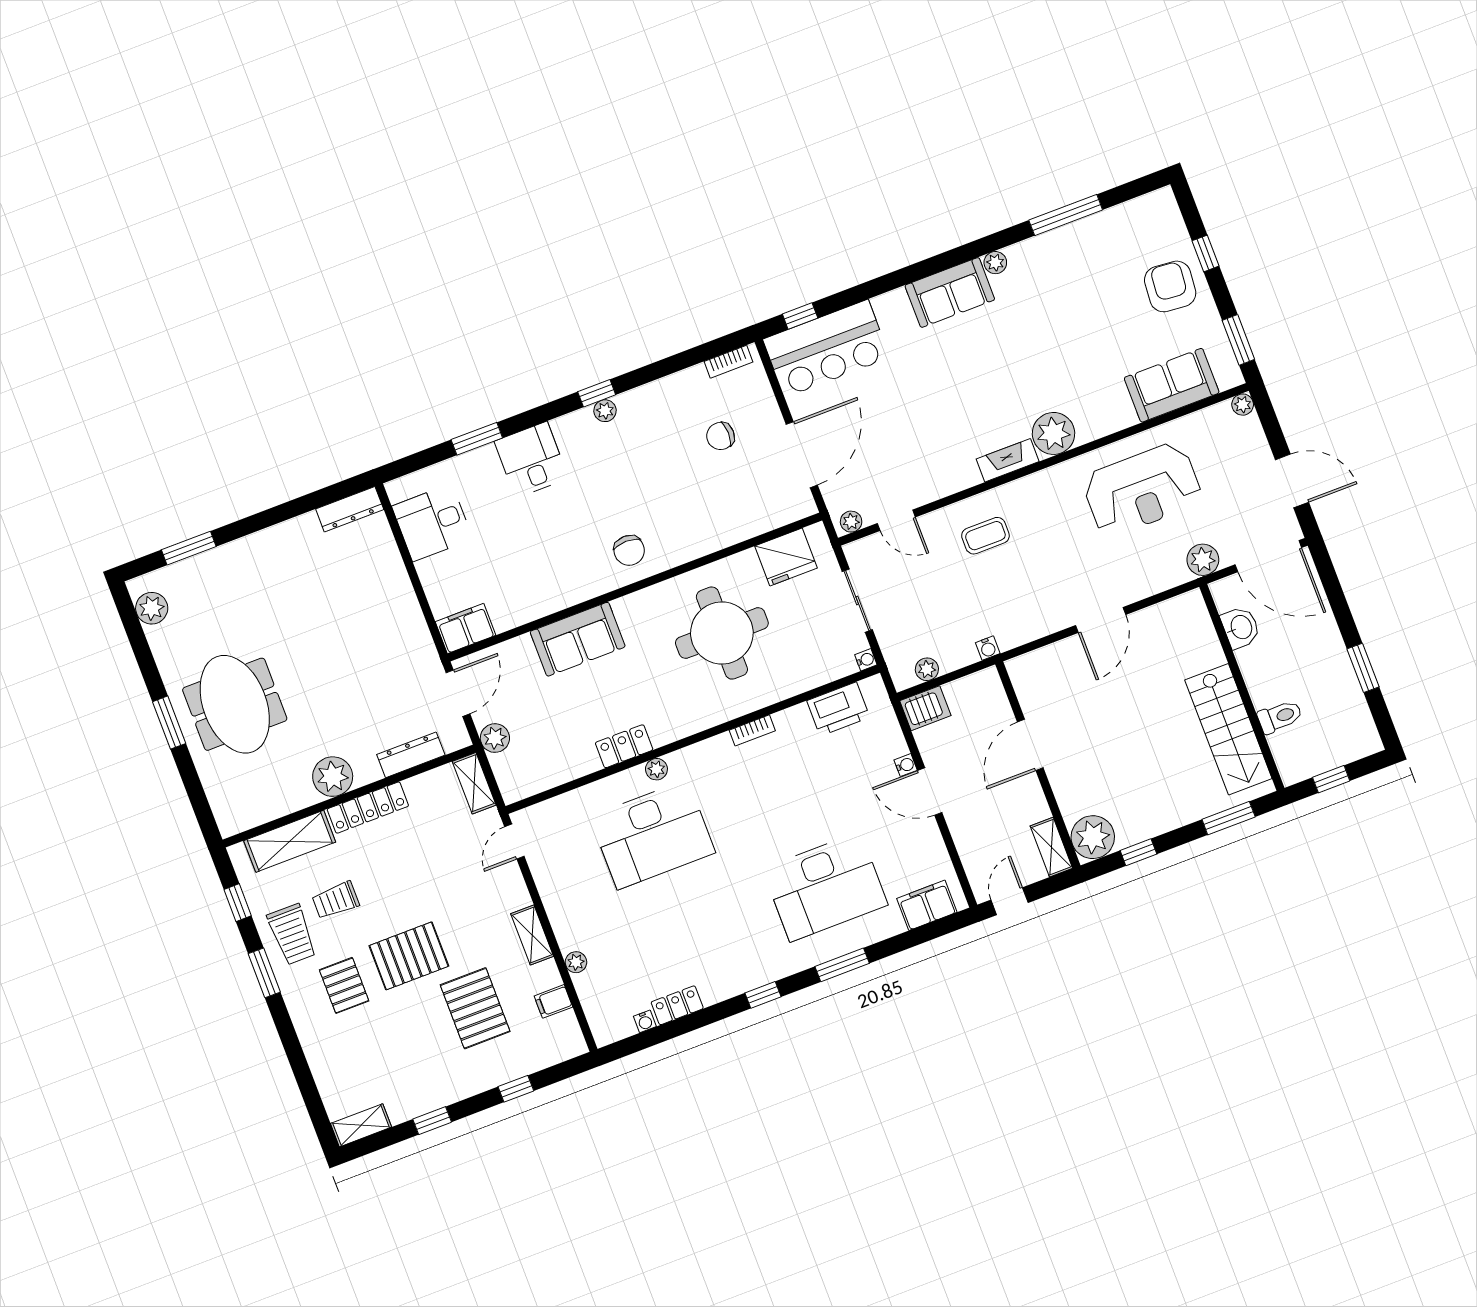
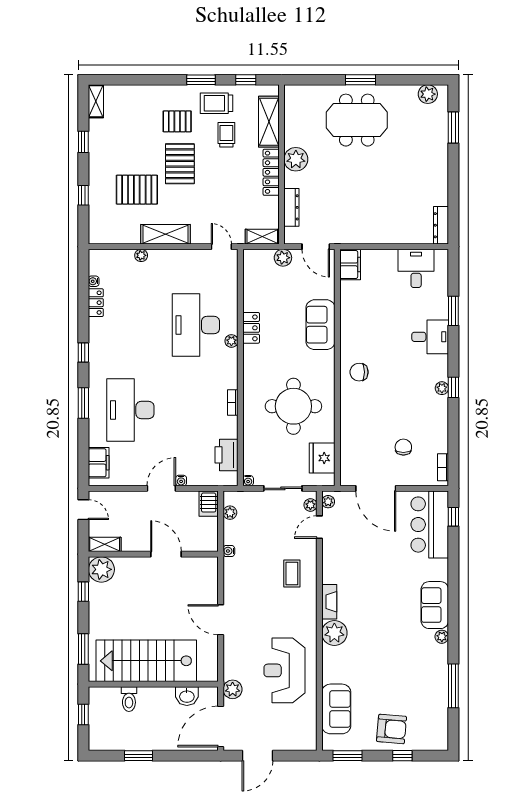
plant: (1243, 405) -> (310, 505), moved
stairs: (1228, 729) -> (146, 661), width x1.36, depth x1.51
shelving: (532, 935) -> (166, 234), width x1.50, depth x1.33
filing cabinet: (553, 1001) -> (124, 235), removed

